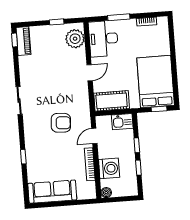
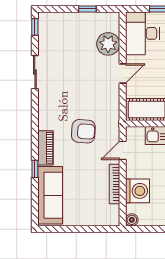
plant: (75, 39) -> (108, 44), moved
piano: (23, 41) -> (45, 148), moved
sliding door: (19, 101) -> (35, 72), moved
sofa: (52, 192) -> (50, 195), moved, turned 90

